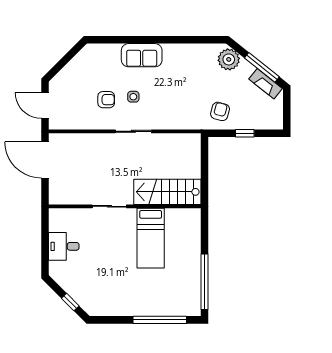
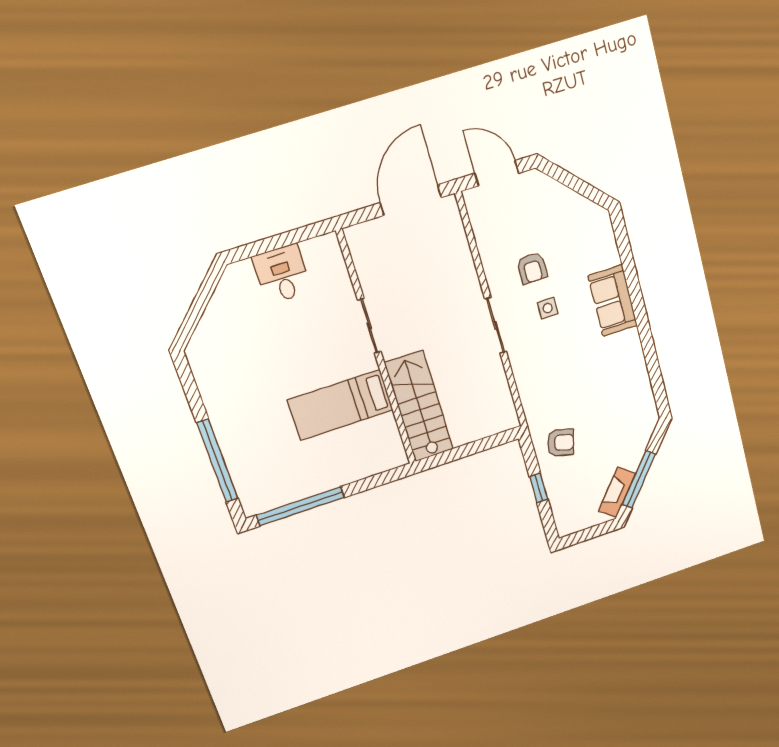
plant: (229, 59) -> (638, 429), removed
door: (45, 105) -> (497, 173), hinge flipped
window: (70, 302) -> (195, 313), removed

